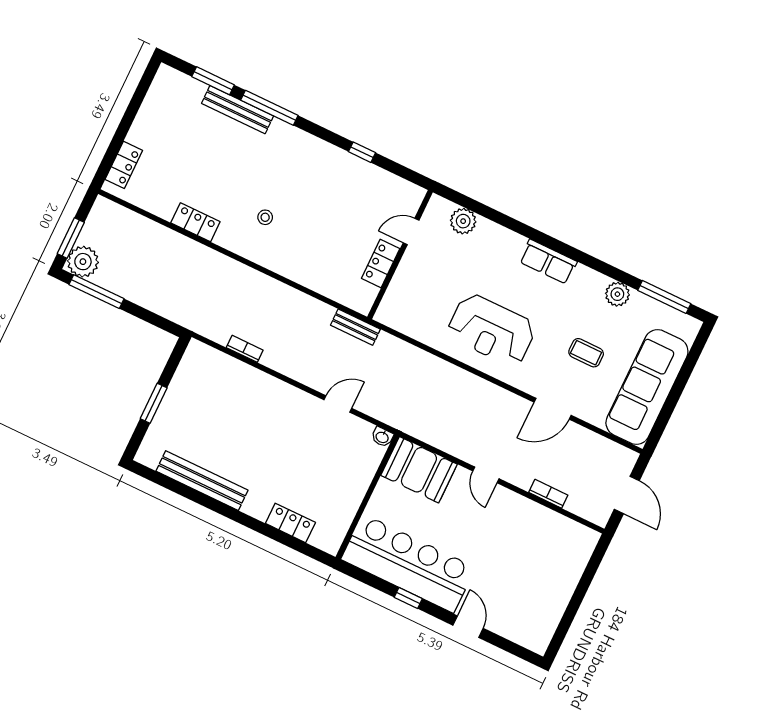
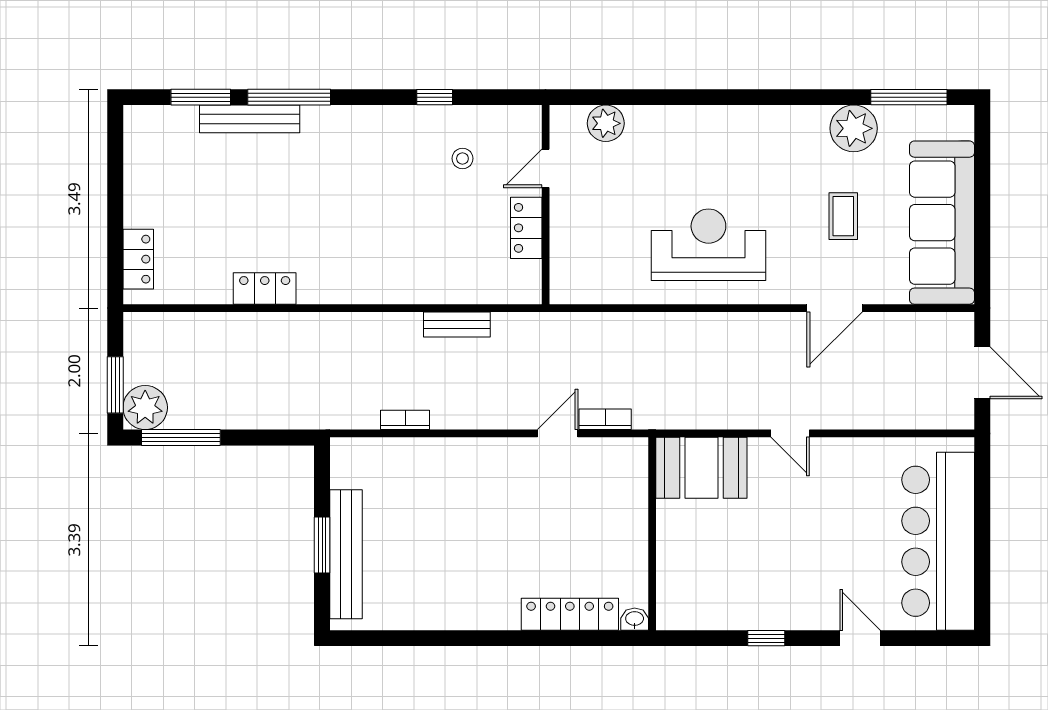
stool: (265, 217) -> (462, 158), moved
row of seats: (548, 262) -> (739, 123), removed
plant: (617, 294) -> (854, 128), width x1.36, depth x1.36
bench: (355, 327) -> (457, 325), moved
reception desk: (491, 330) -> (708, 245), turned 180
coffee table: (586, 353) -> (843, 216), turned 90
washbasin: (382, 437) -> (635, 619), moved, turned 180
bench: (202, 481) -> (346, 554), moved, turned 90
bookcase: (548, 494) -> (605, 419), moved
locker: (290, 523) -> (570, 614), width x1.53
bar counter: (408, 563) -> (938, 541), moved, turned -90

